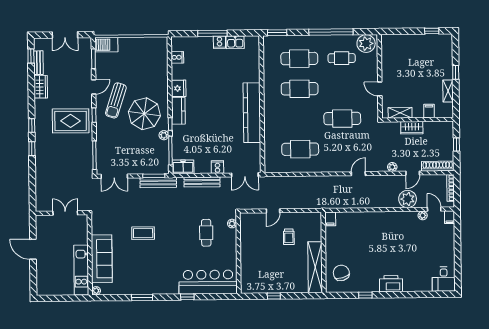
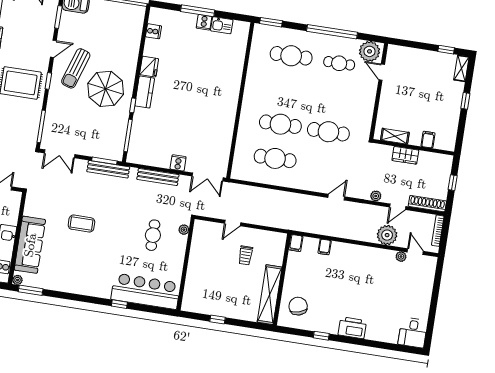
cafe table: (300, 89) -> (280, 124), moved
door: (380, 89) -> (382, 72), moved
shelving: (448, 91) -> (461, 68), moved
kitchen counter: (252, 113) -> (227, 108), removed
plant: (164, 135) -> (124, 117), removed
freezer: (183, 167) -> (139, 156), removed
filing cabinet: (449, 217) -> (325, 247), moved
window: (142, 297) -> (31, 290), moved

